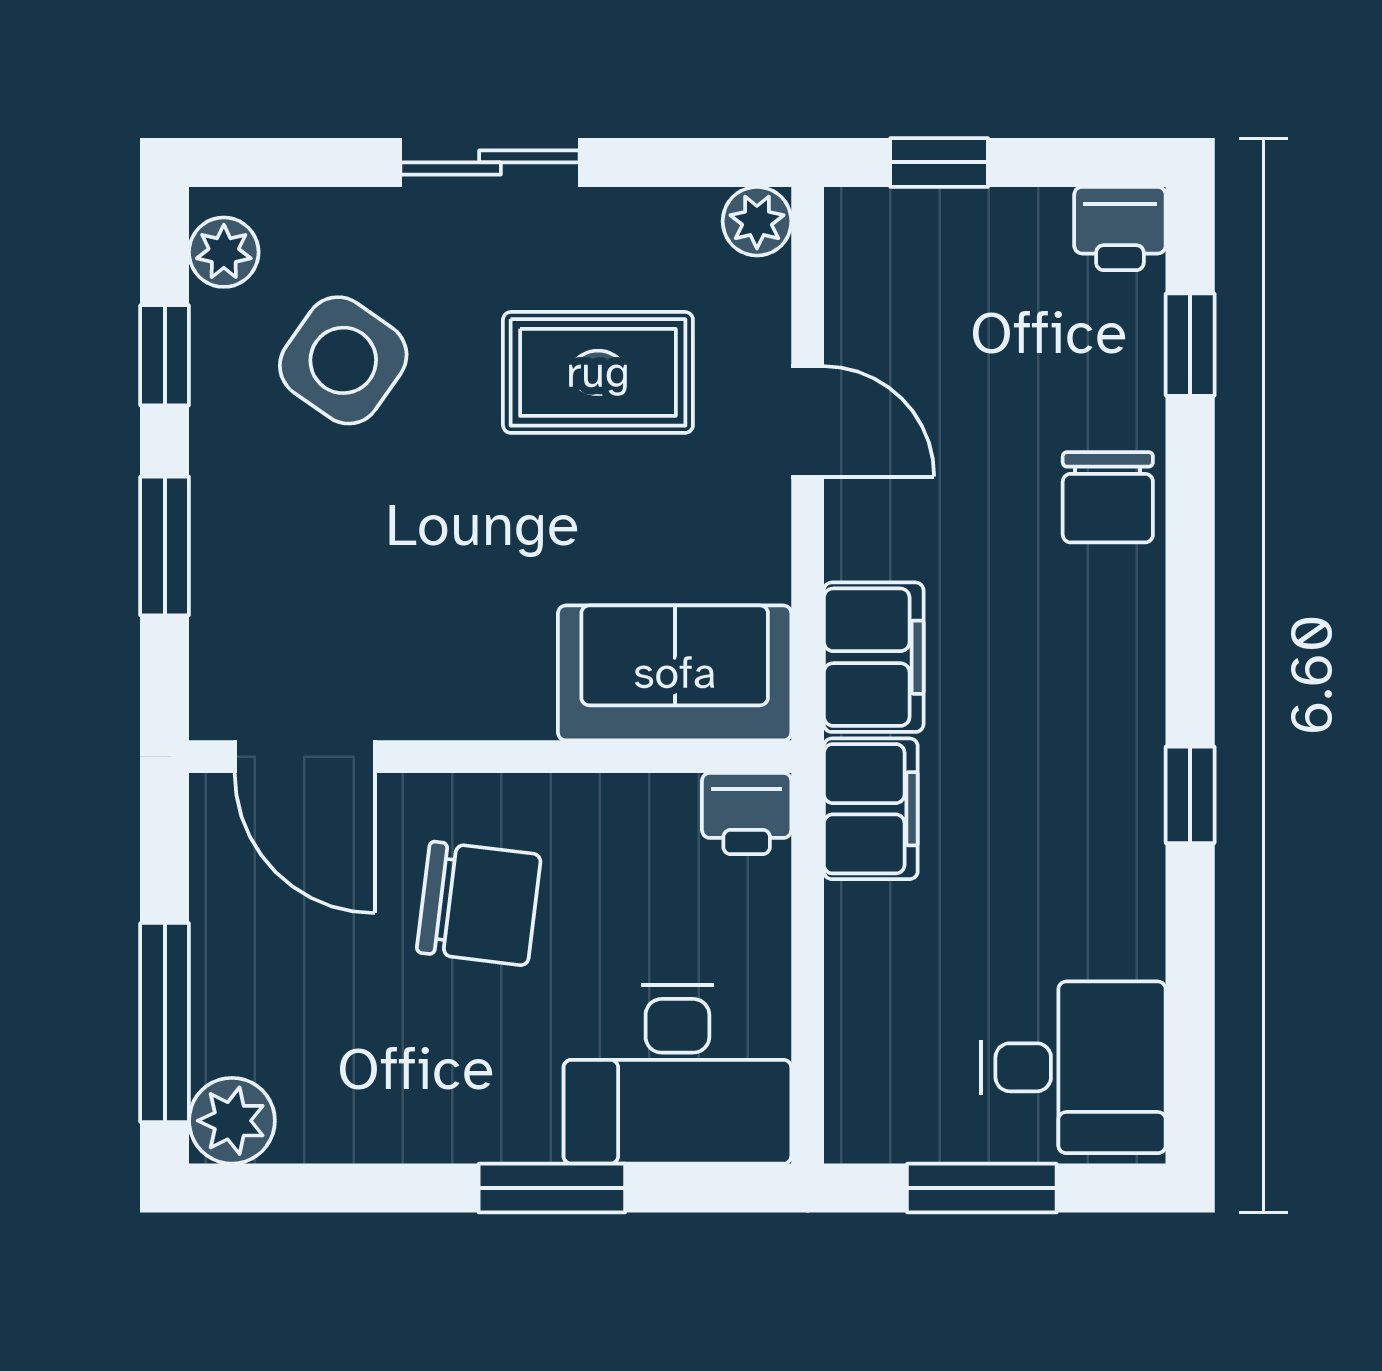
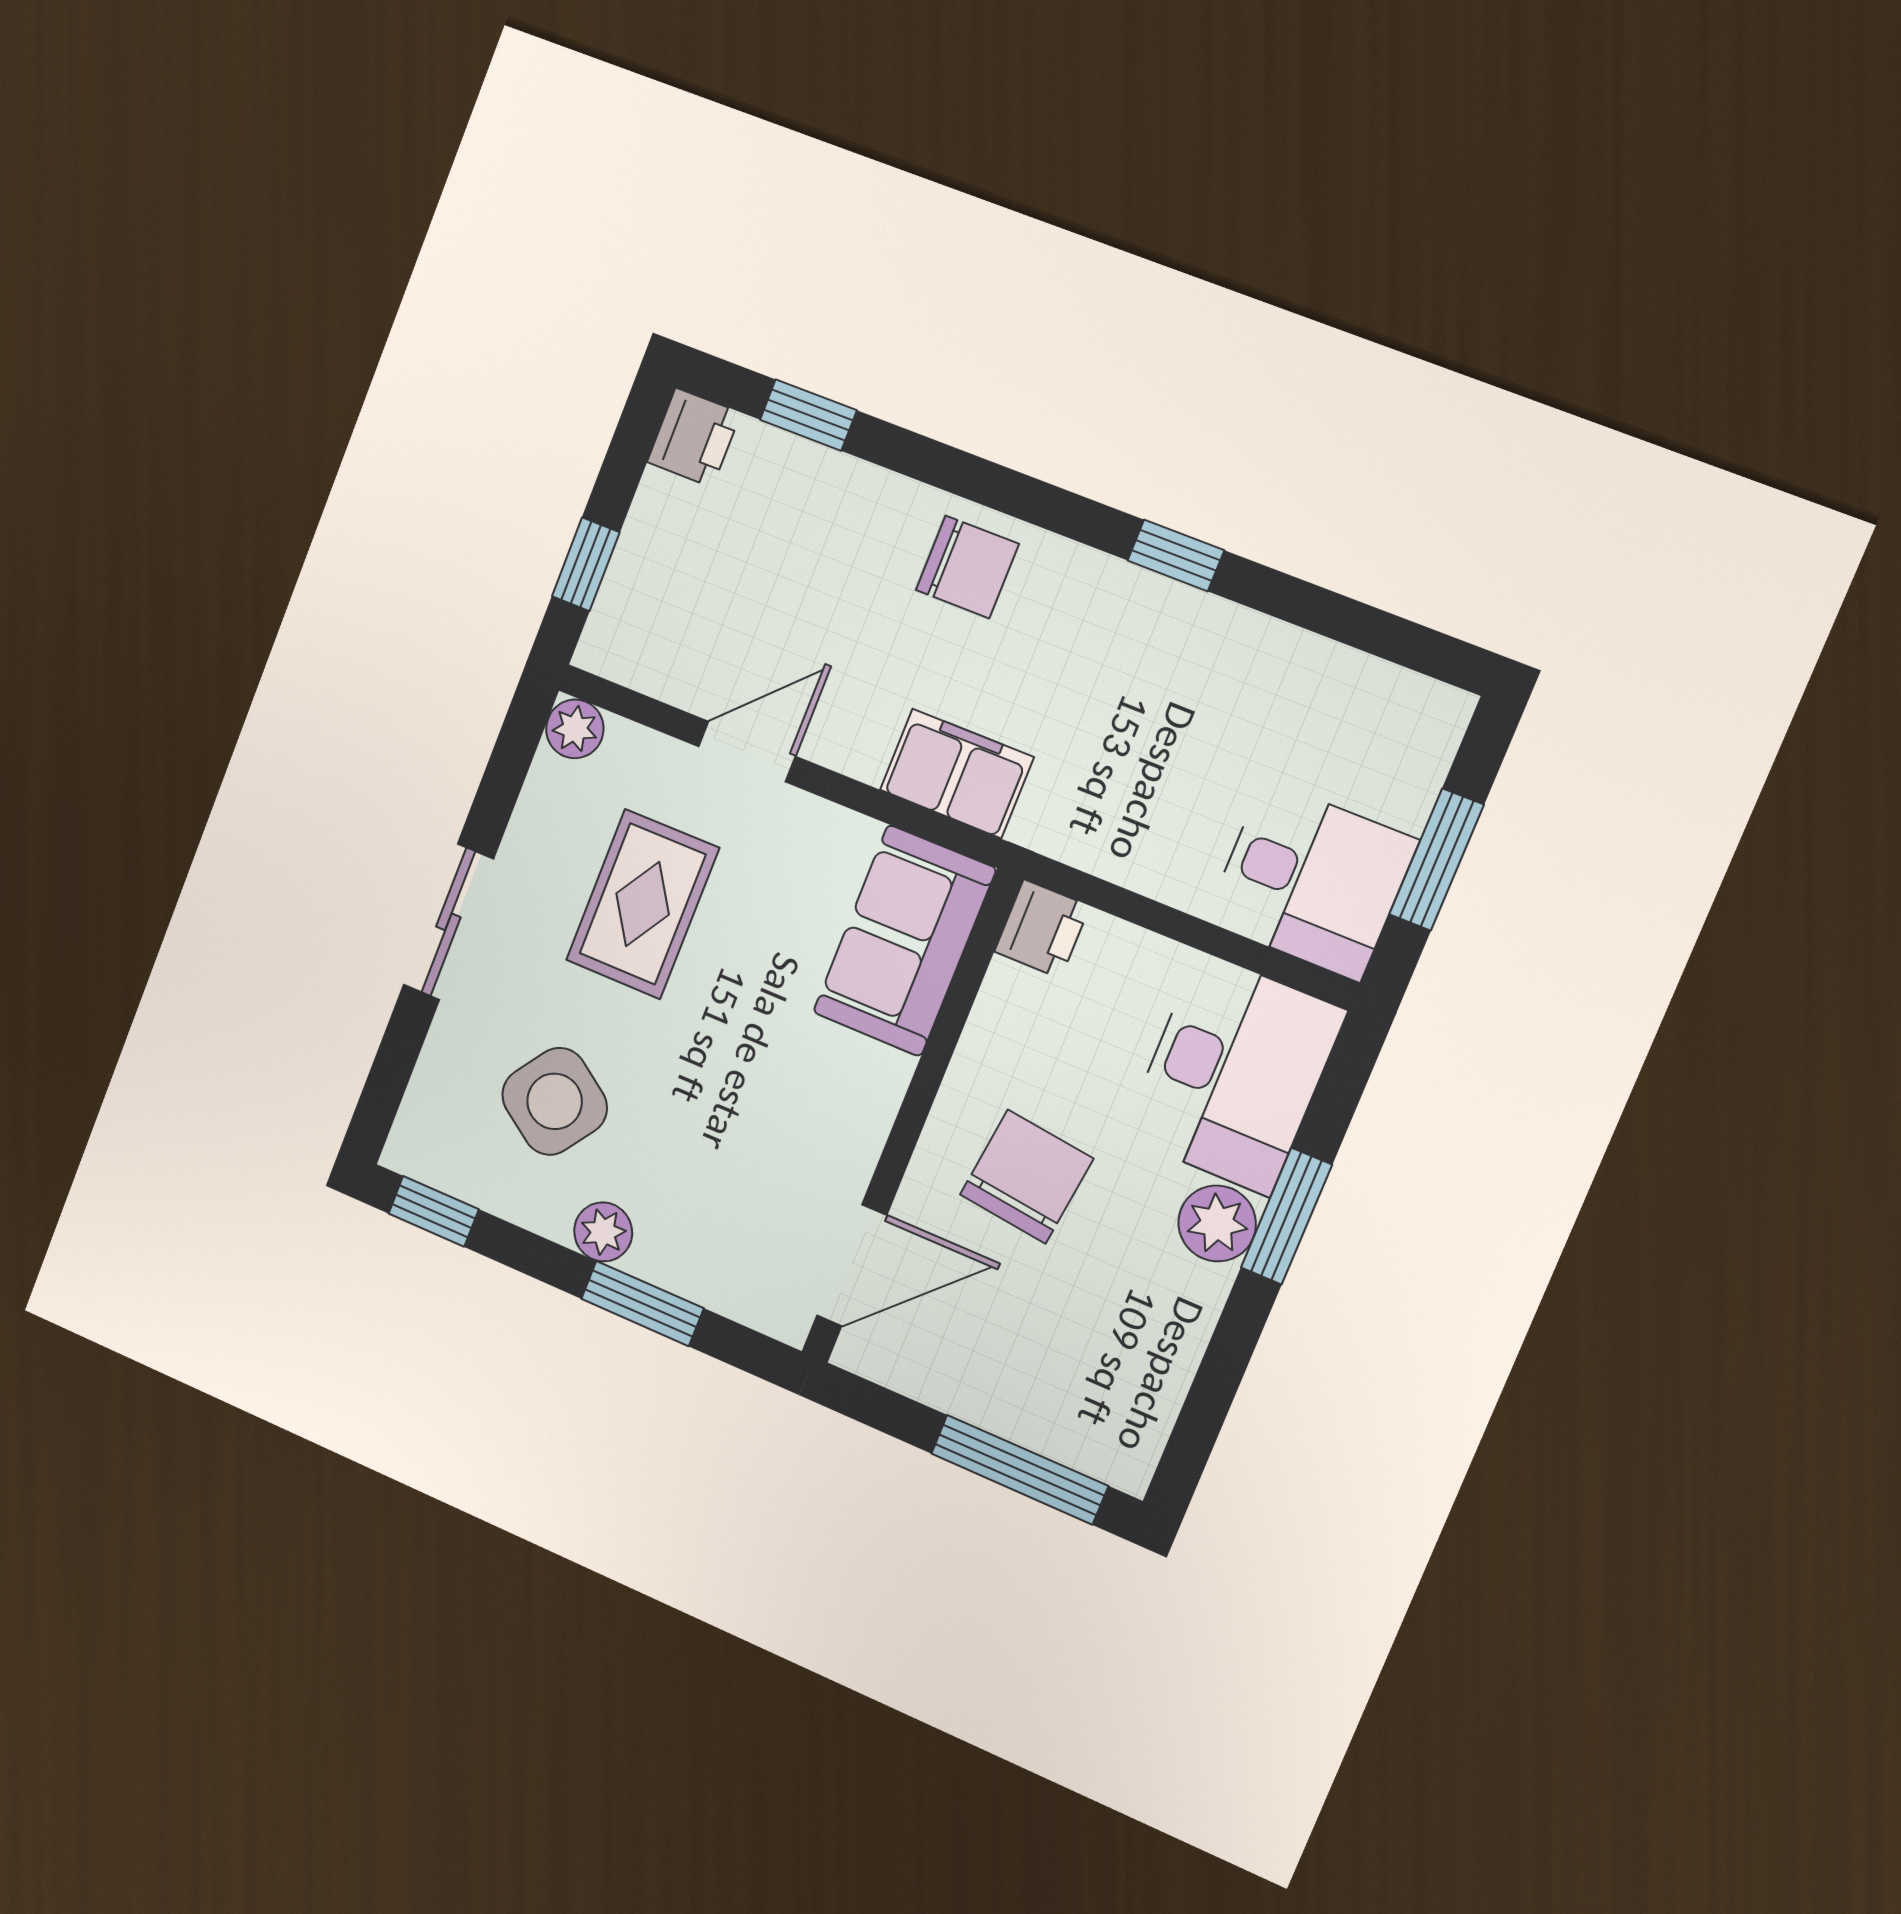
plant: (224, 252) -> (603, 1232), moved
window: (165, 355) -> (434, 1211), moved
chair: (1108, 497) -> (967, 567), moved
filing cabinet: (871, 809) -> (1079, 825), removed
desk: (1073, 1067) -> (1312, 880), moved, turned 90
plant: (232, 1121) -> (1217, 1223), moved

